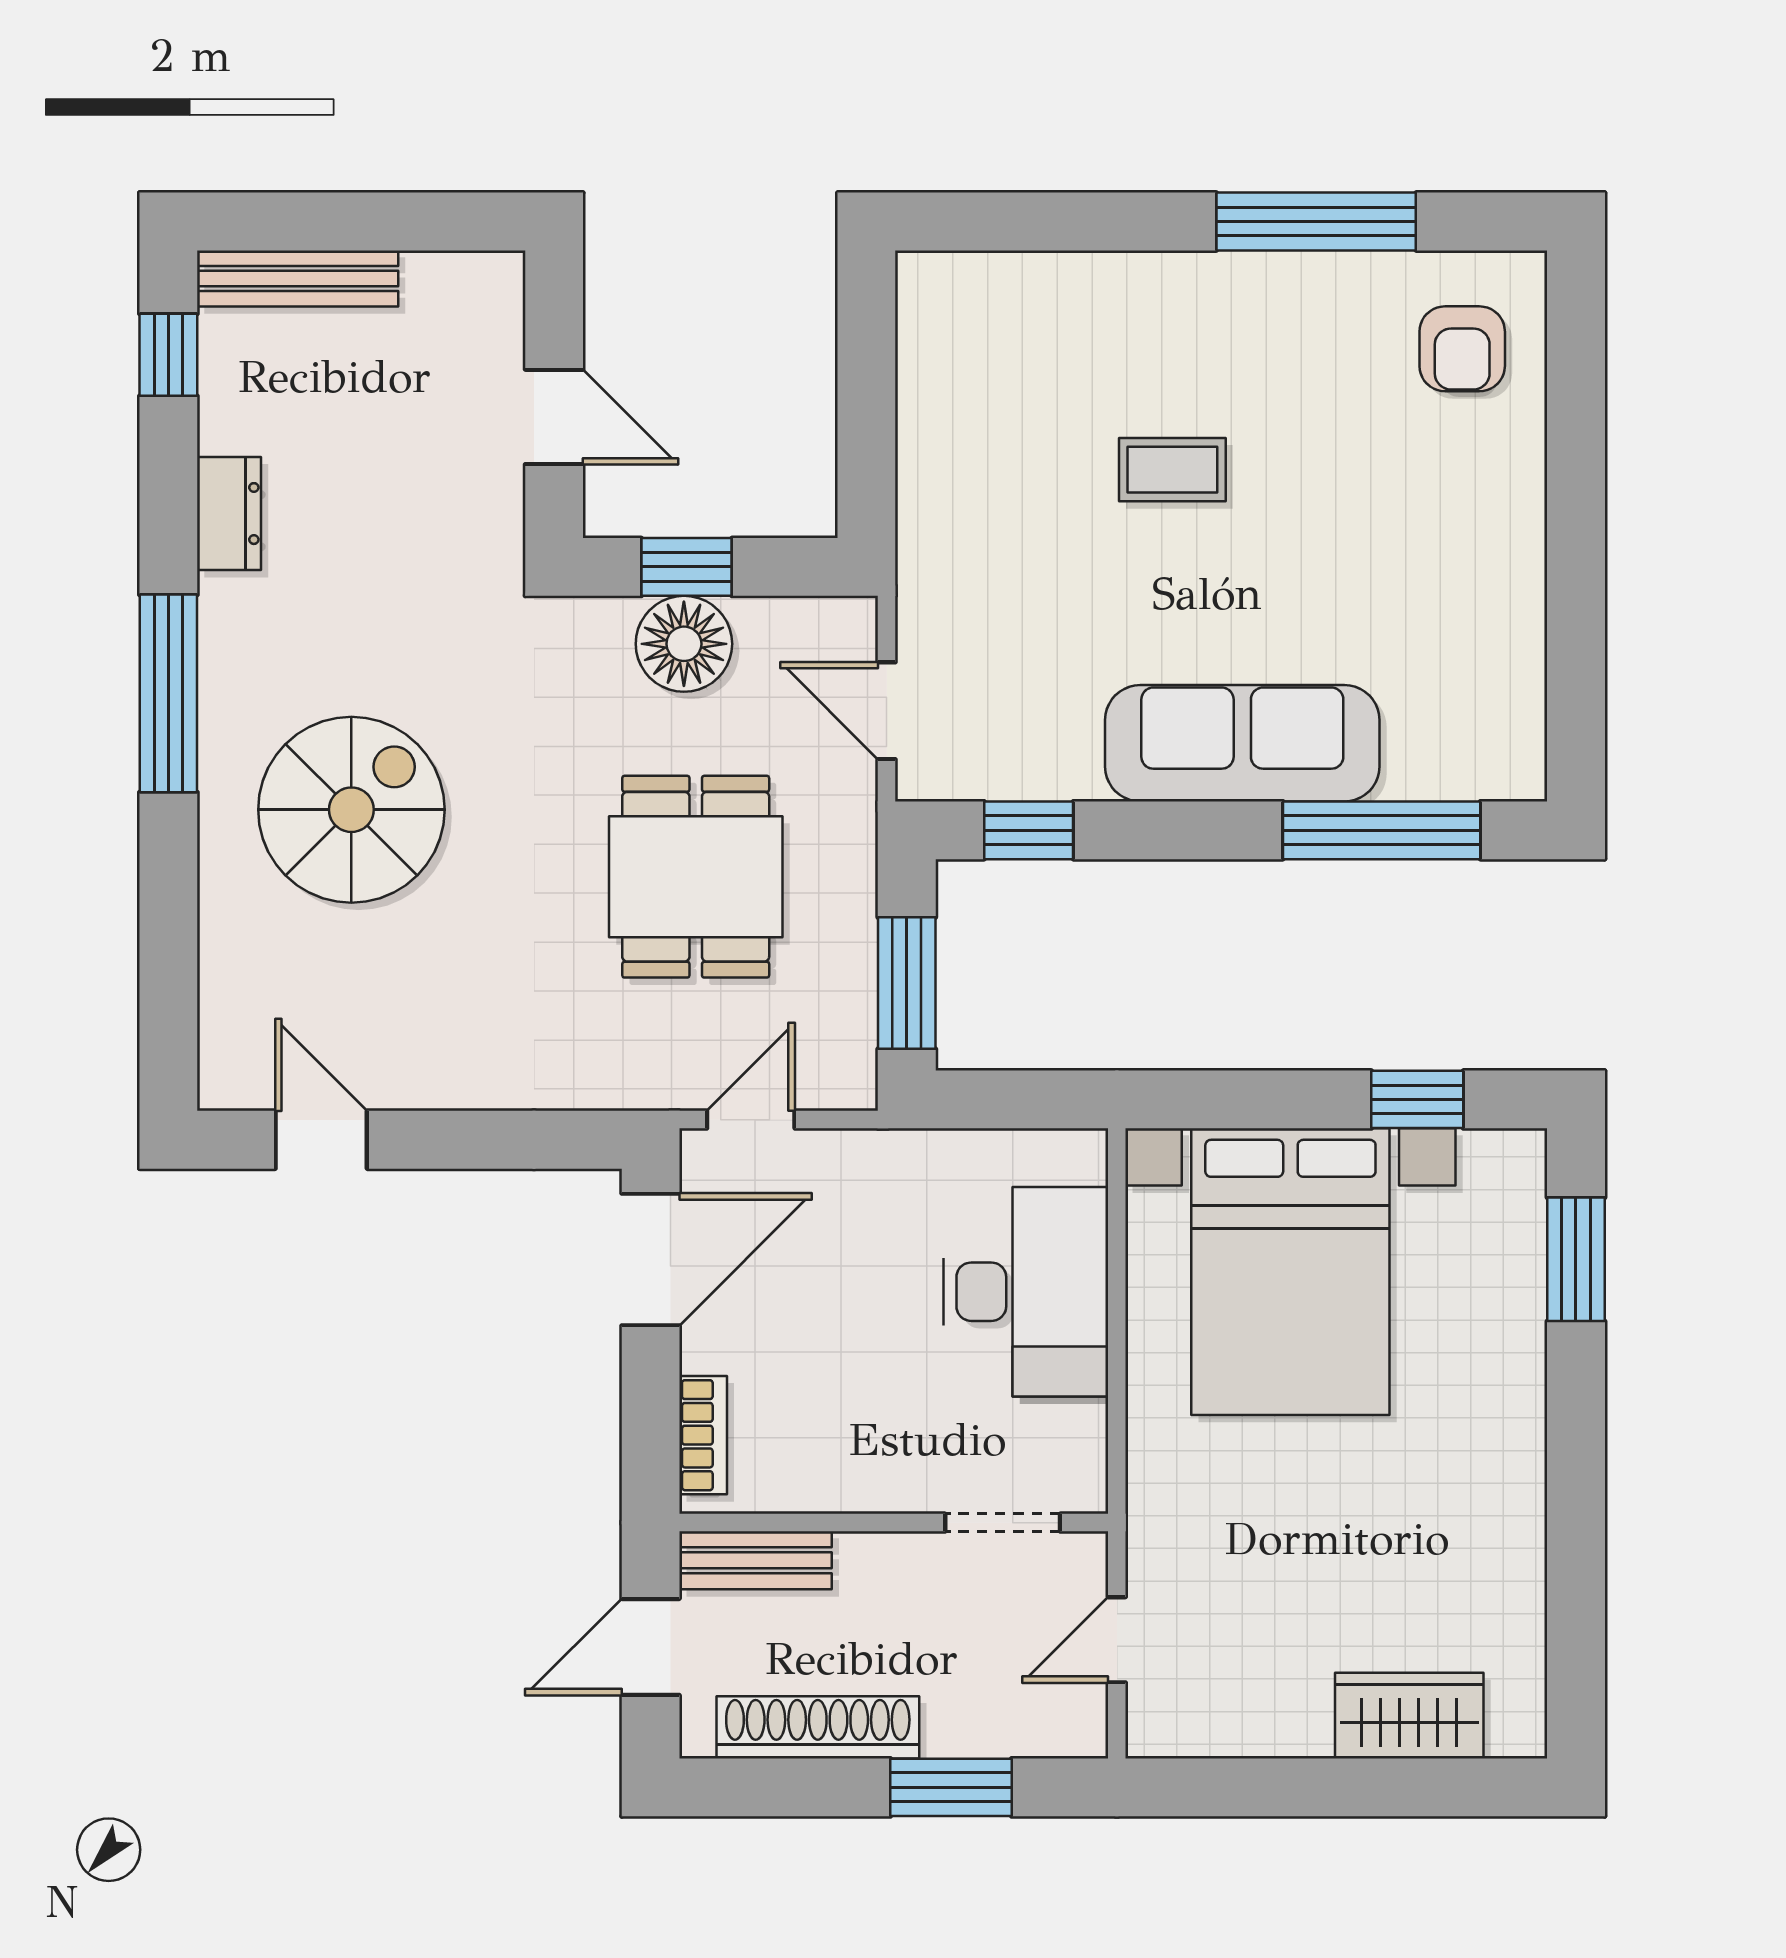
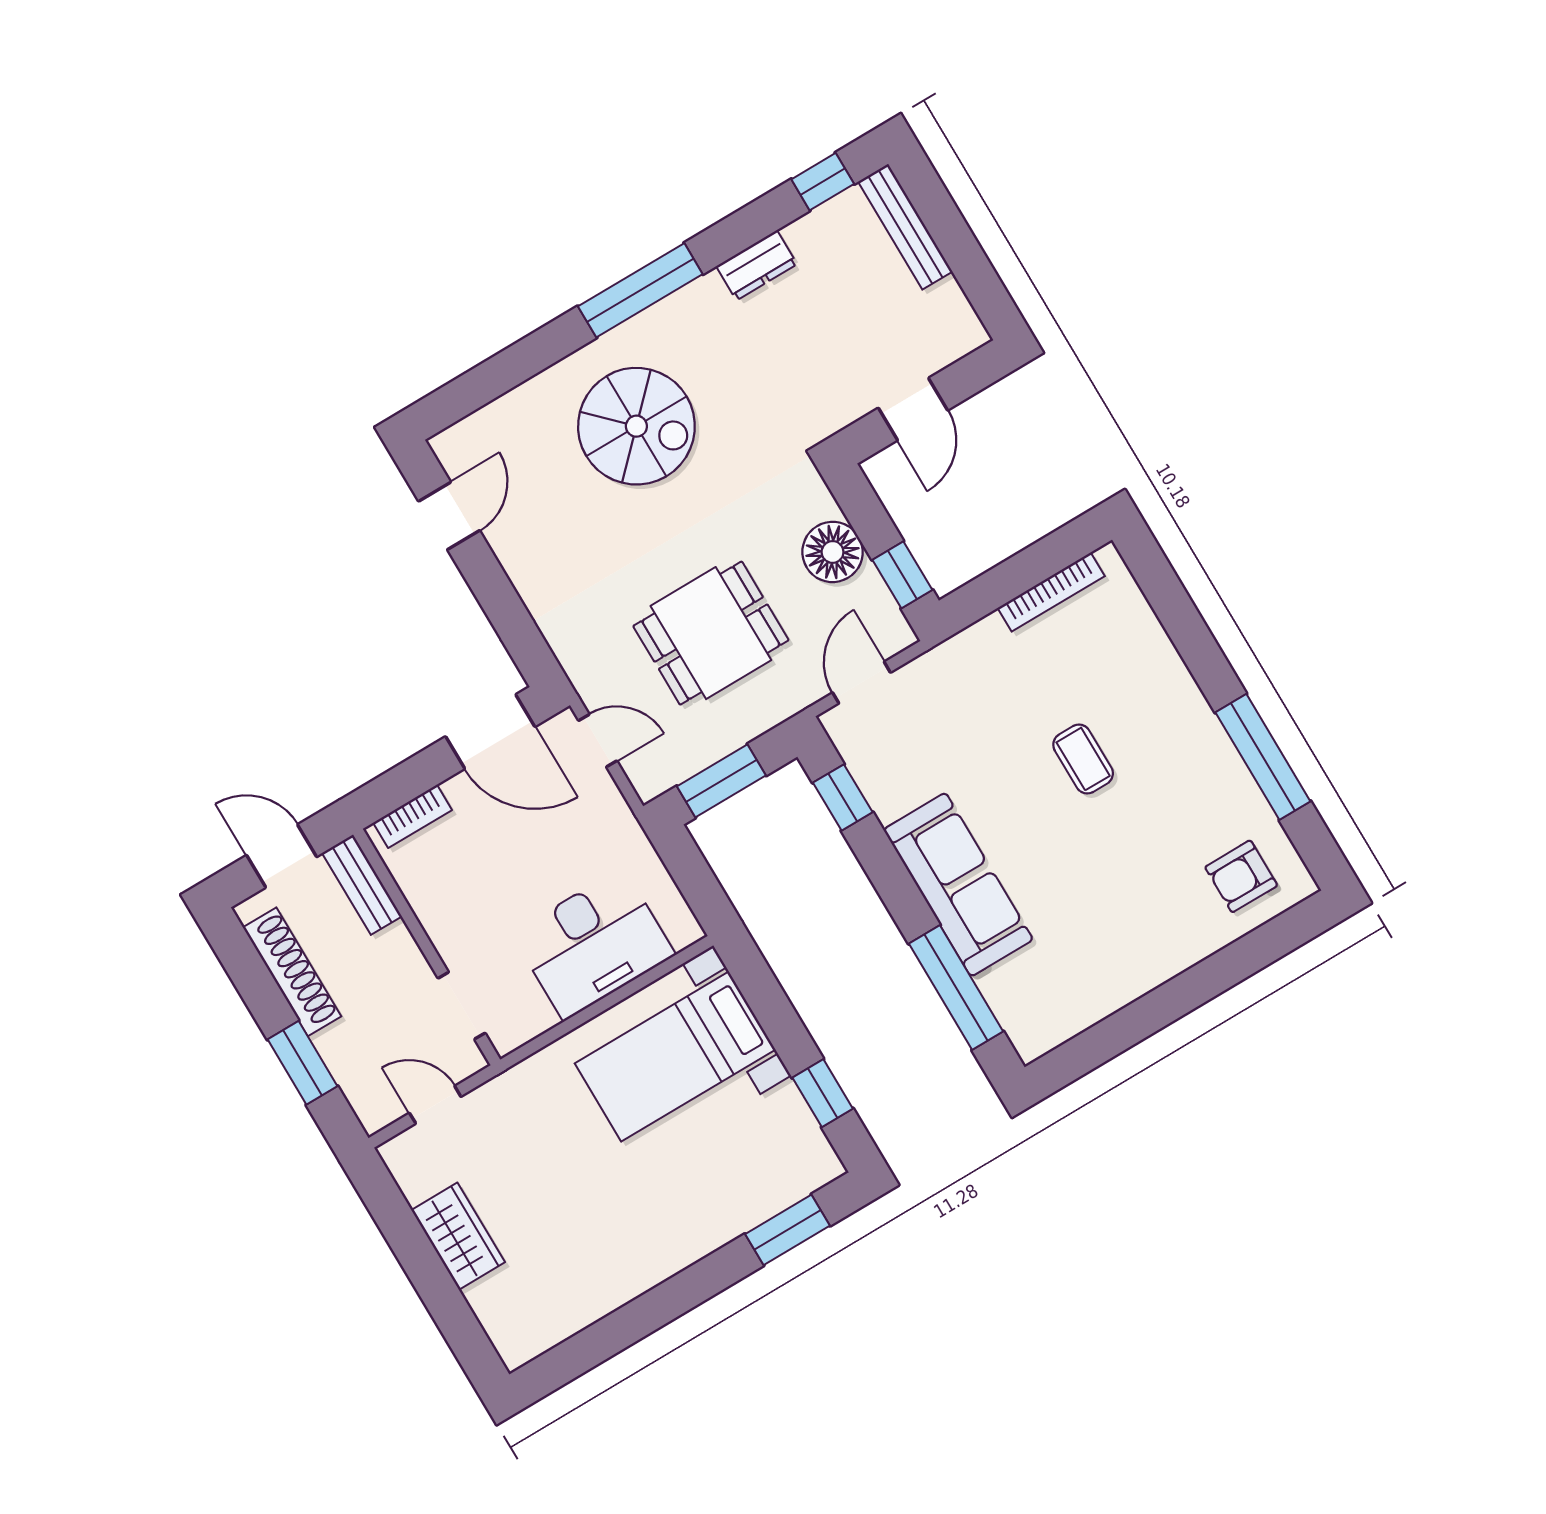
bookcase: (917, 377) -> (1051, 592), added
window: (687, 567) -> (902, 575), moved
bed with nightstands: (1290, 1272) -> (675, 1057), width x0.73
wardrobe: (1409, 1716) -> (458, 1236), moved

